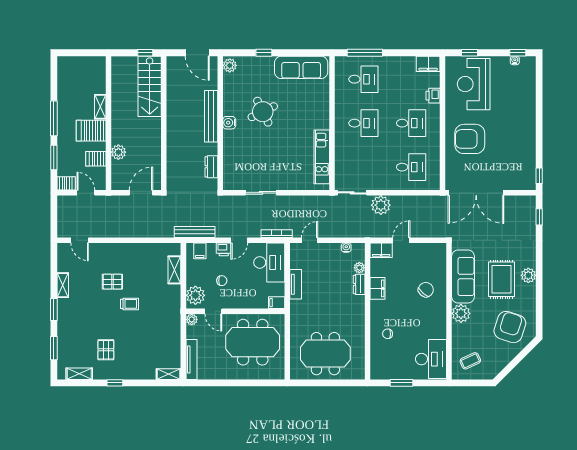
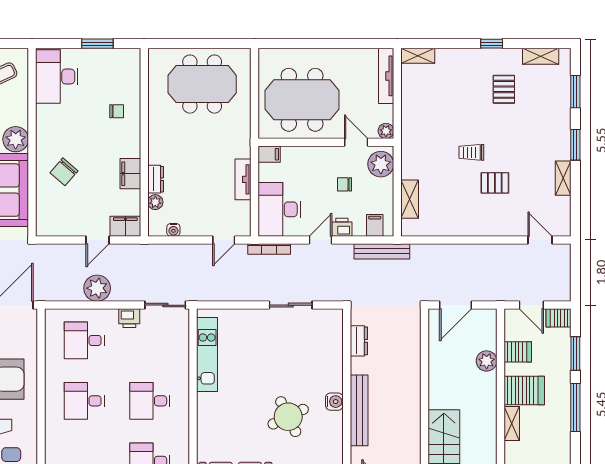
printer: (433, 96) -> (129, 318), moved, turned 90
plant: (381, 205) -> (97, 288), moved

